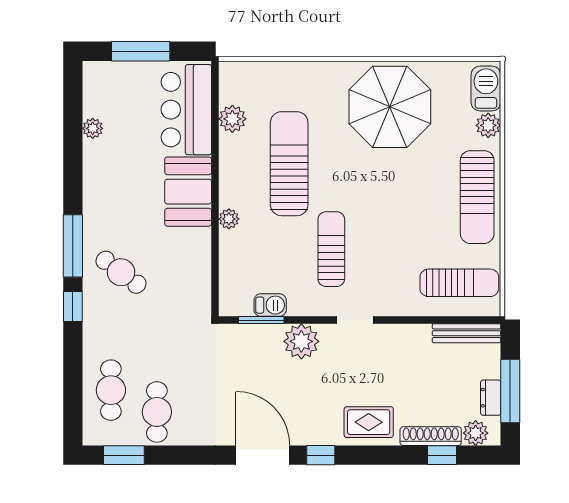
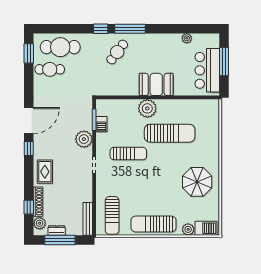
parasol: (390, 107) -> (197, 182), width x0.73, depth x0.73
bar counter: (186, 110) -> (207, 70), moved, turned -90
plant: (232, 119) -> (191, 106), removed
plant: (229, 219) -> (147, 108), width x1.87, depth x1.87
cafe table: (111, 390) -> (60, 47), width x1.37, depth x1.35

